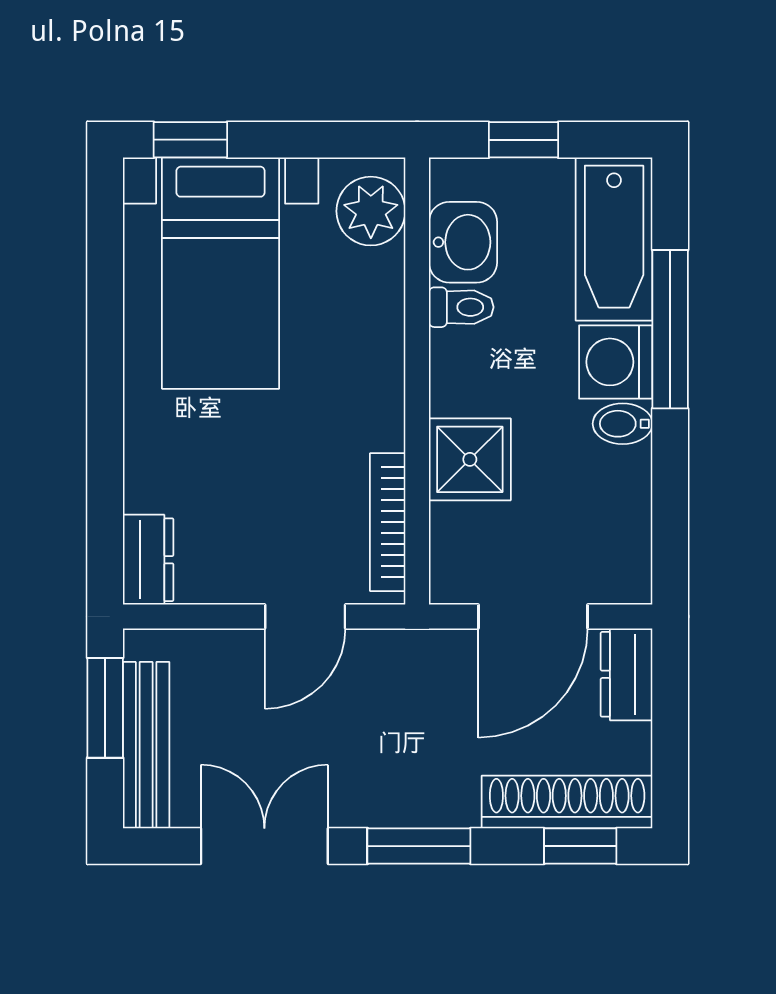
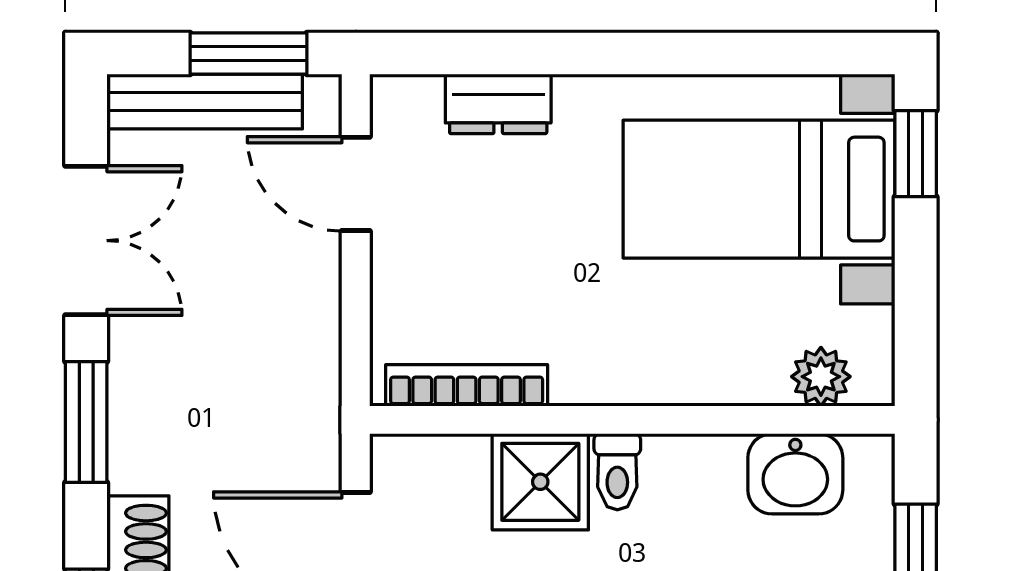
plant: (371, 211) -> (821, 377), width x0.73, depth x0.73
toilet: (461, 307) -> (617, 472), moved
dresser: (148, 560) -> (498, 104), moved
door: (305, 616) -> (356, 184), moved

